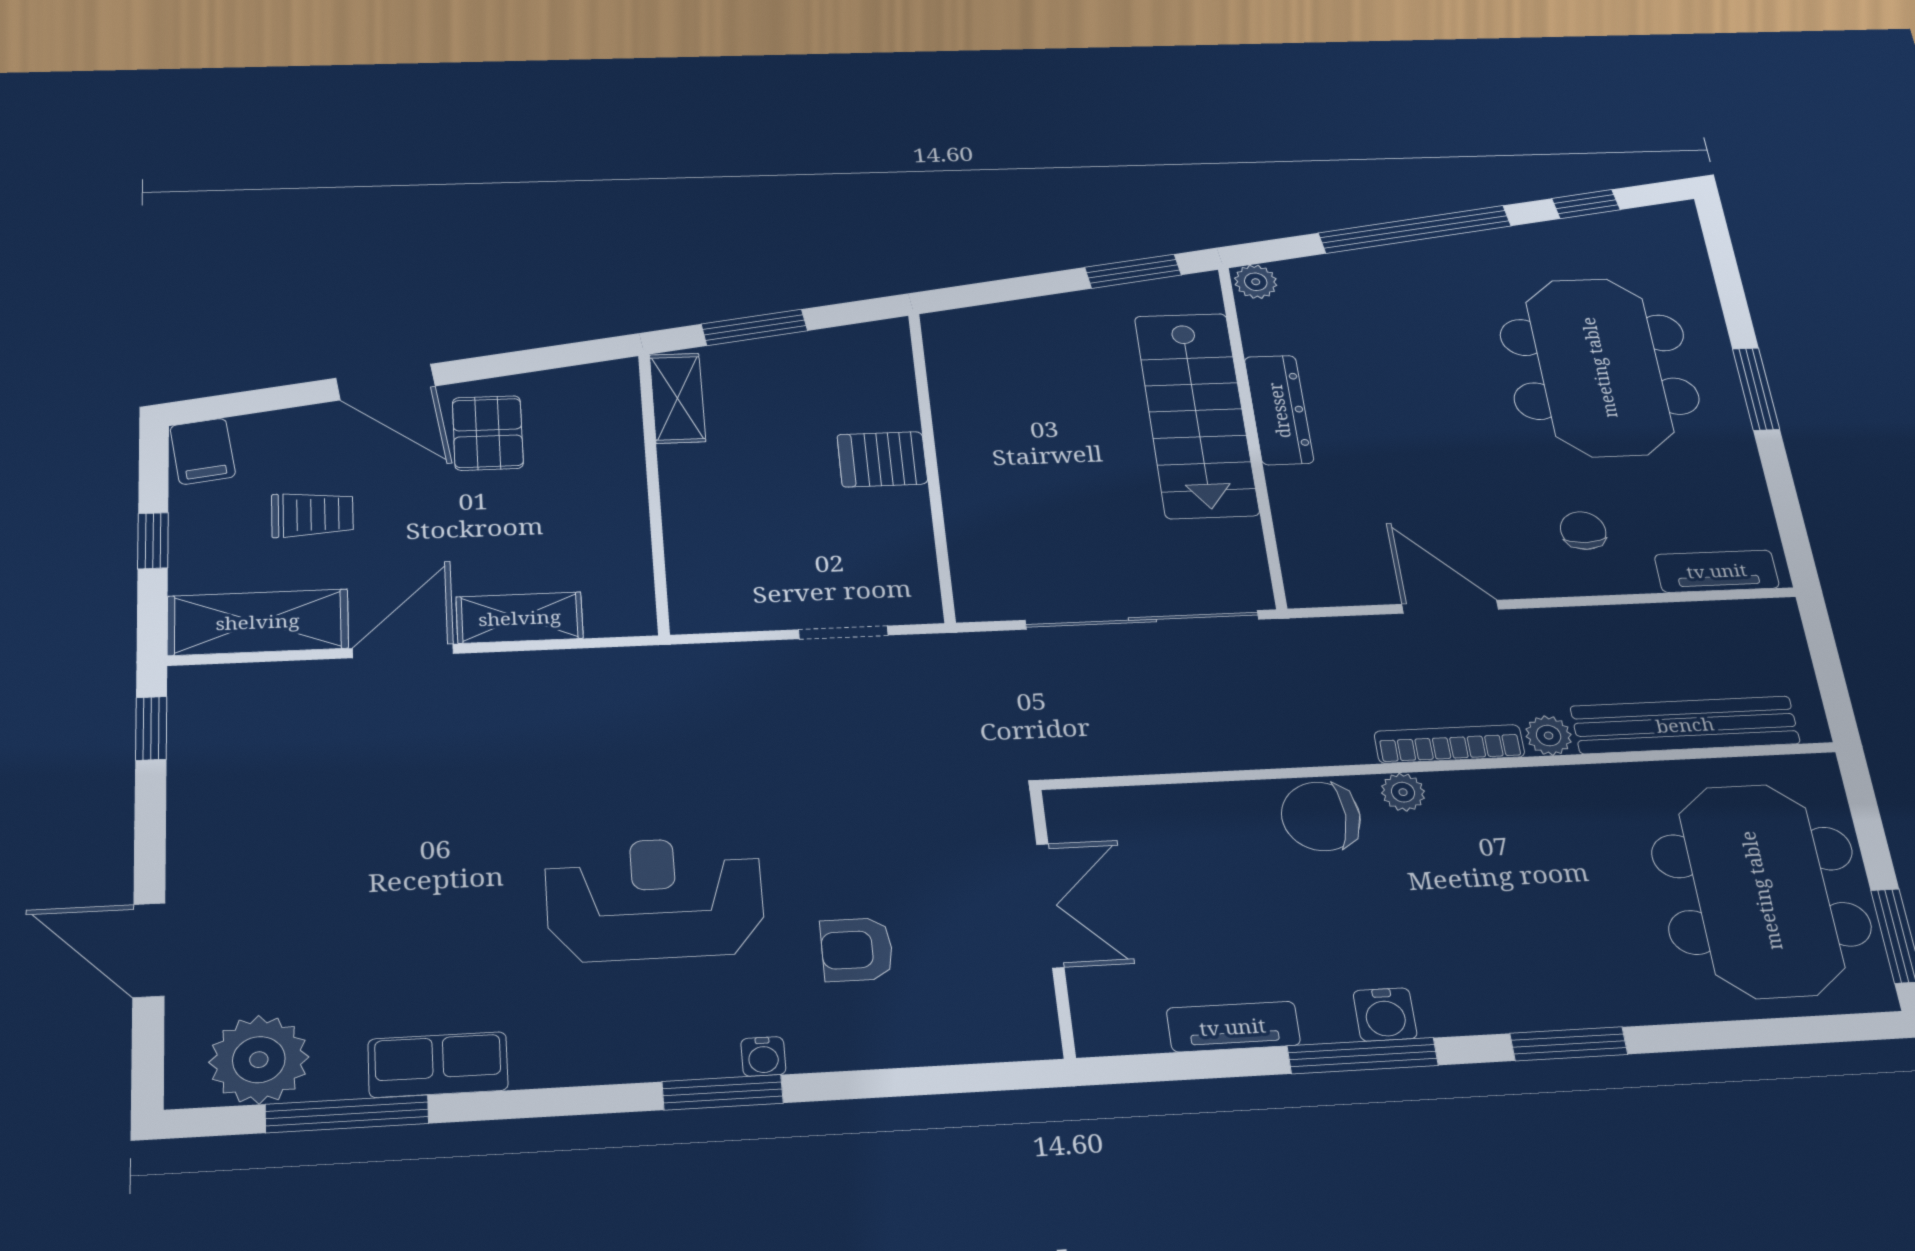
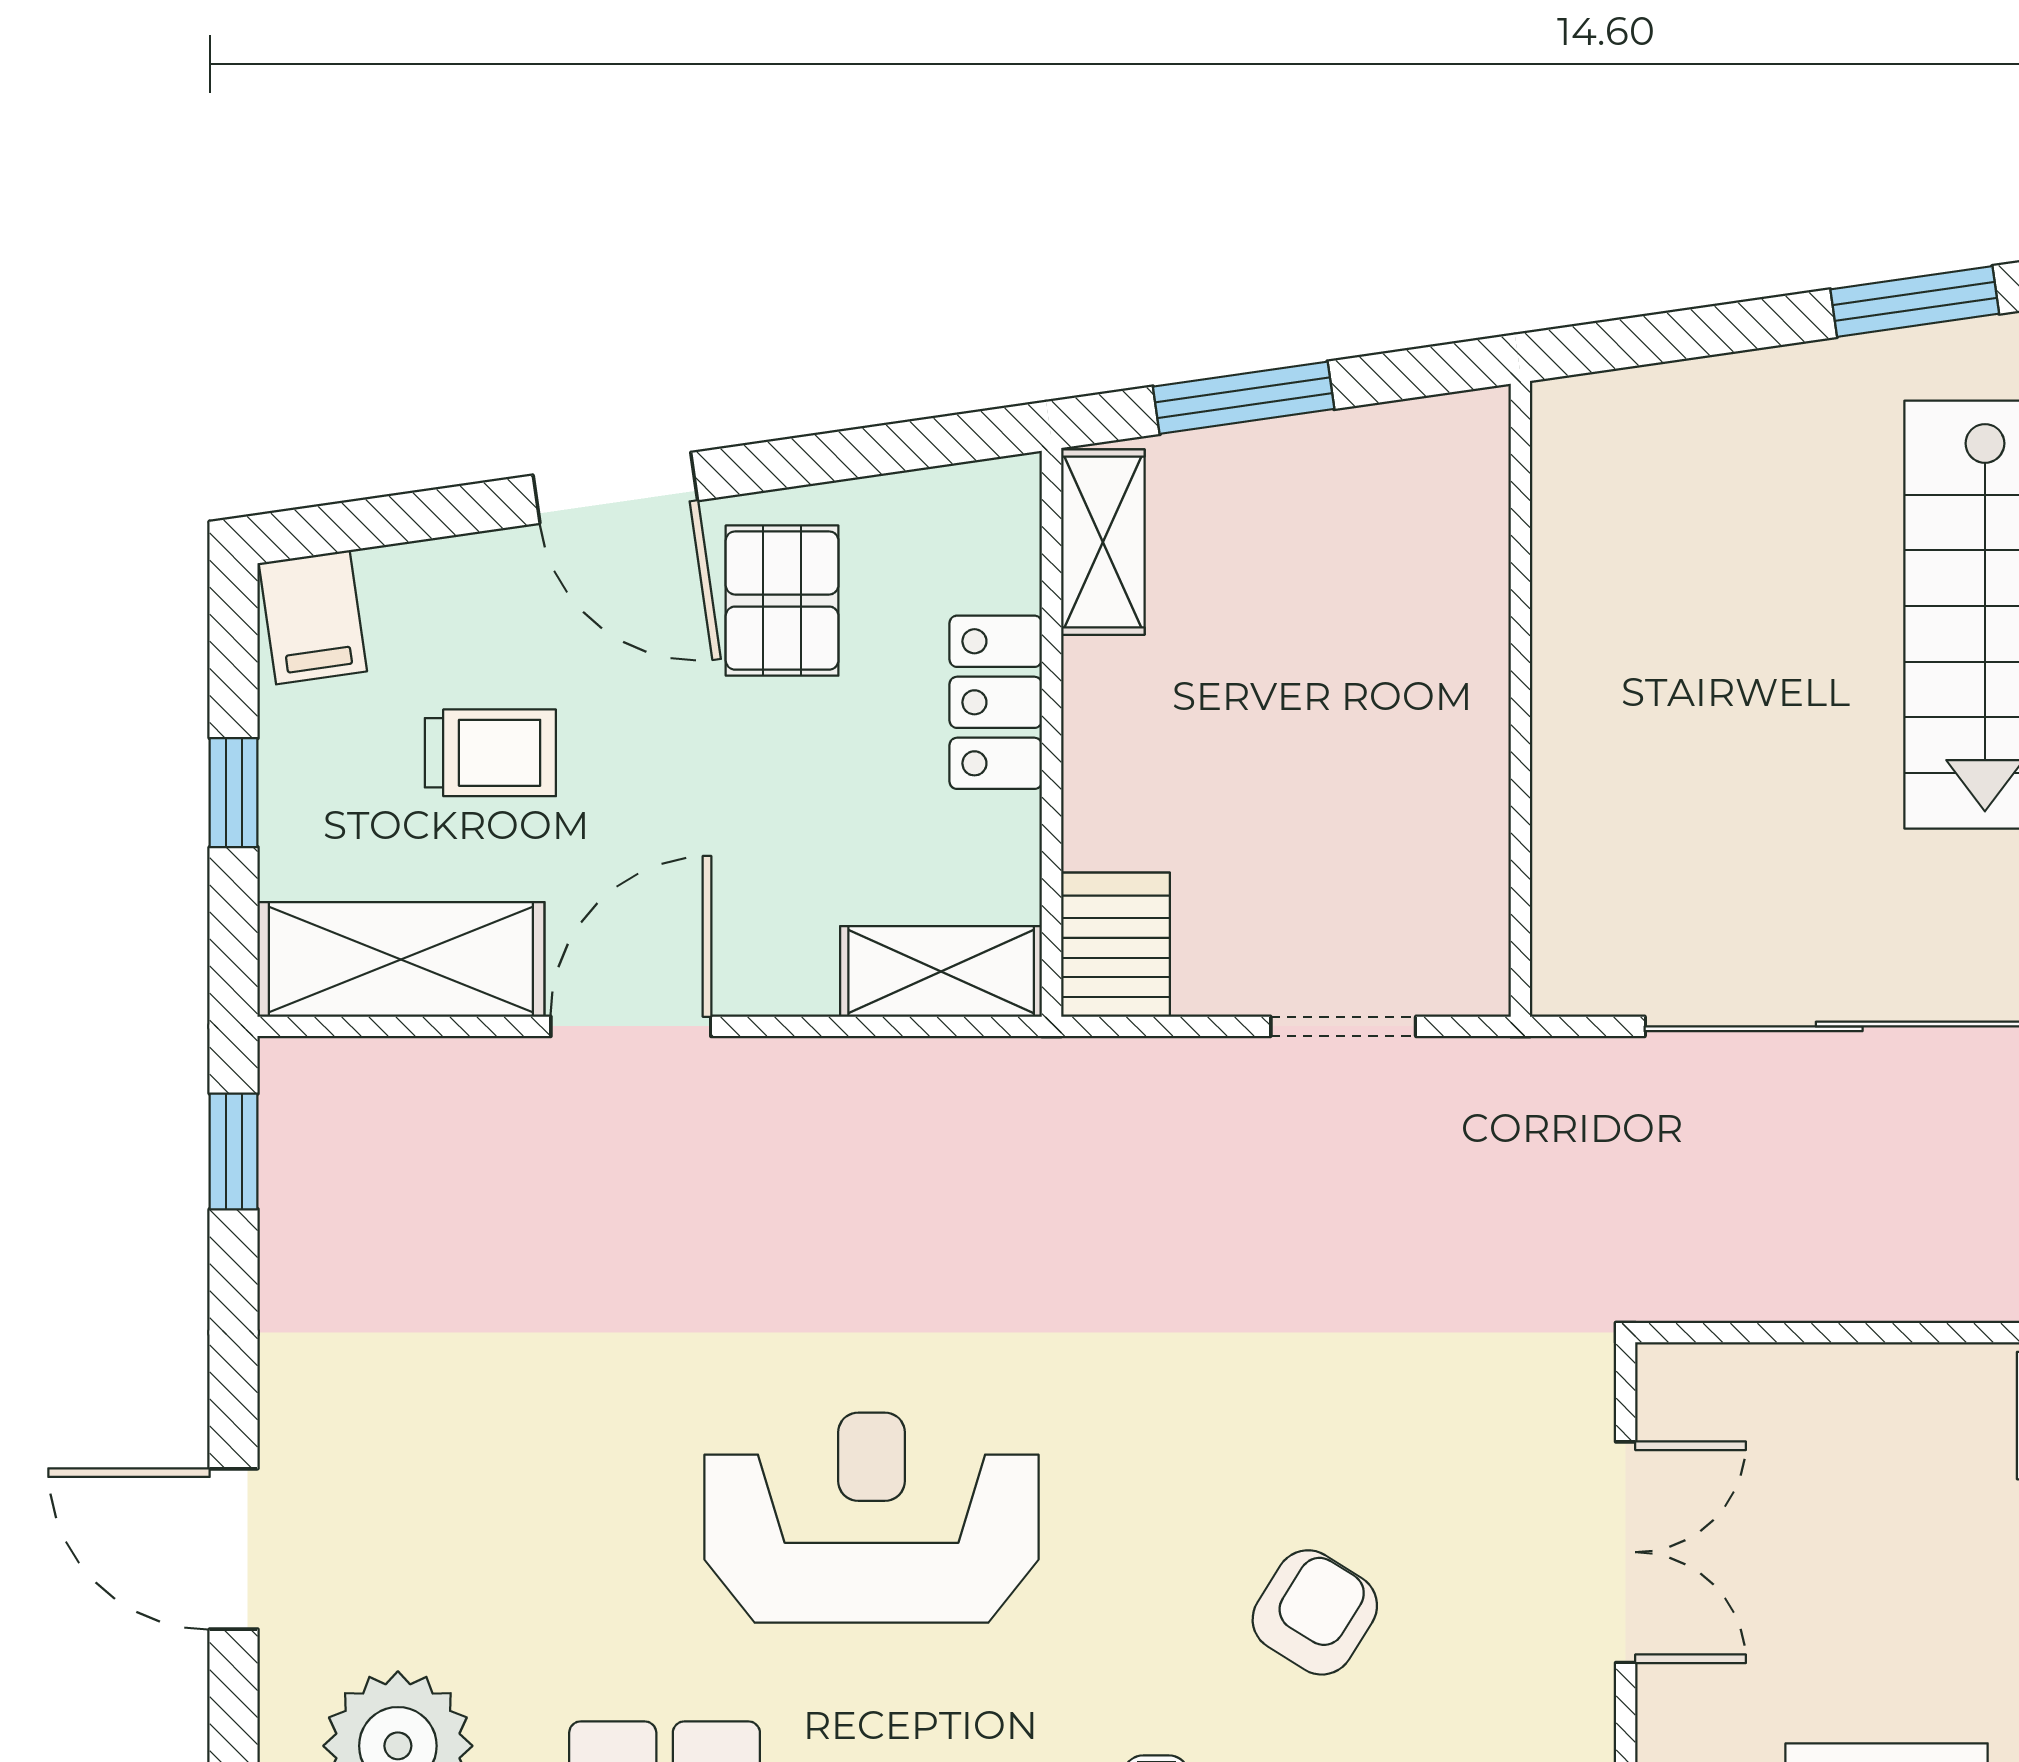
server rack: (882, 459) -> (1115, 945), moved, turned 90
locker: (619, 478) -> (996, 702), added
shelving: (520, 618) -> (941, 971), moved
reception desk: (655, 899) -> (872, 1518), moved
armchair: (857, 950) -> (1315, 1612), turned 122

